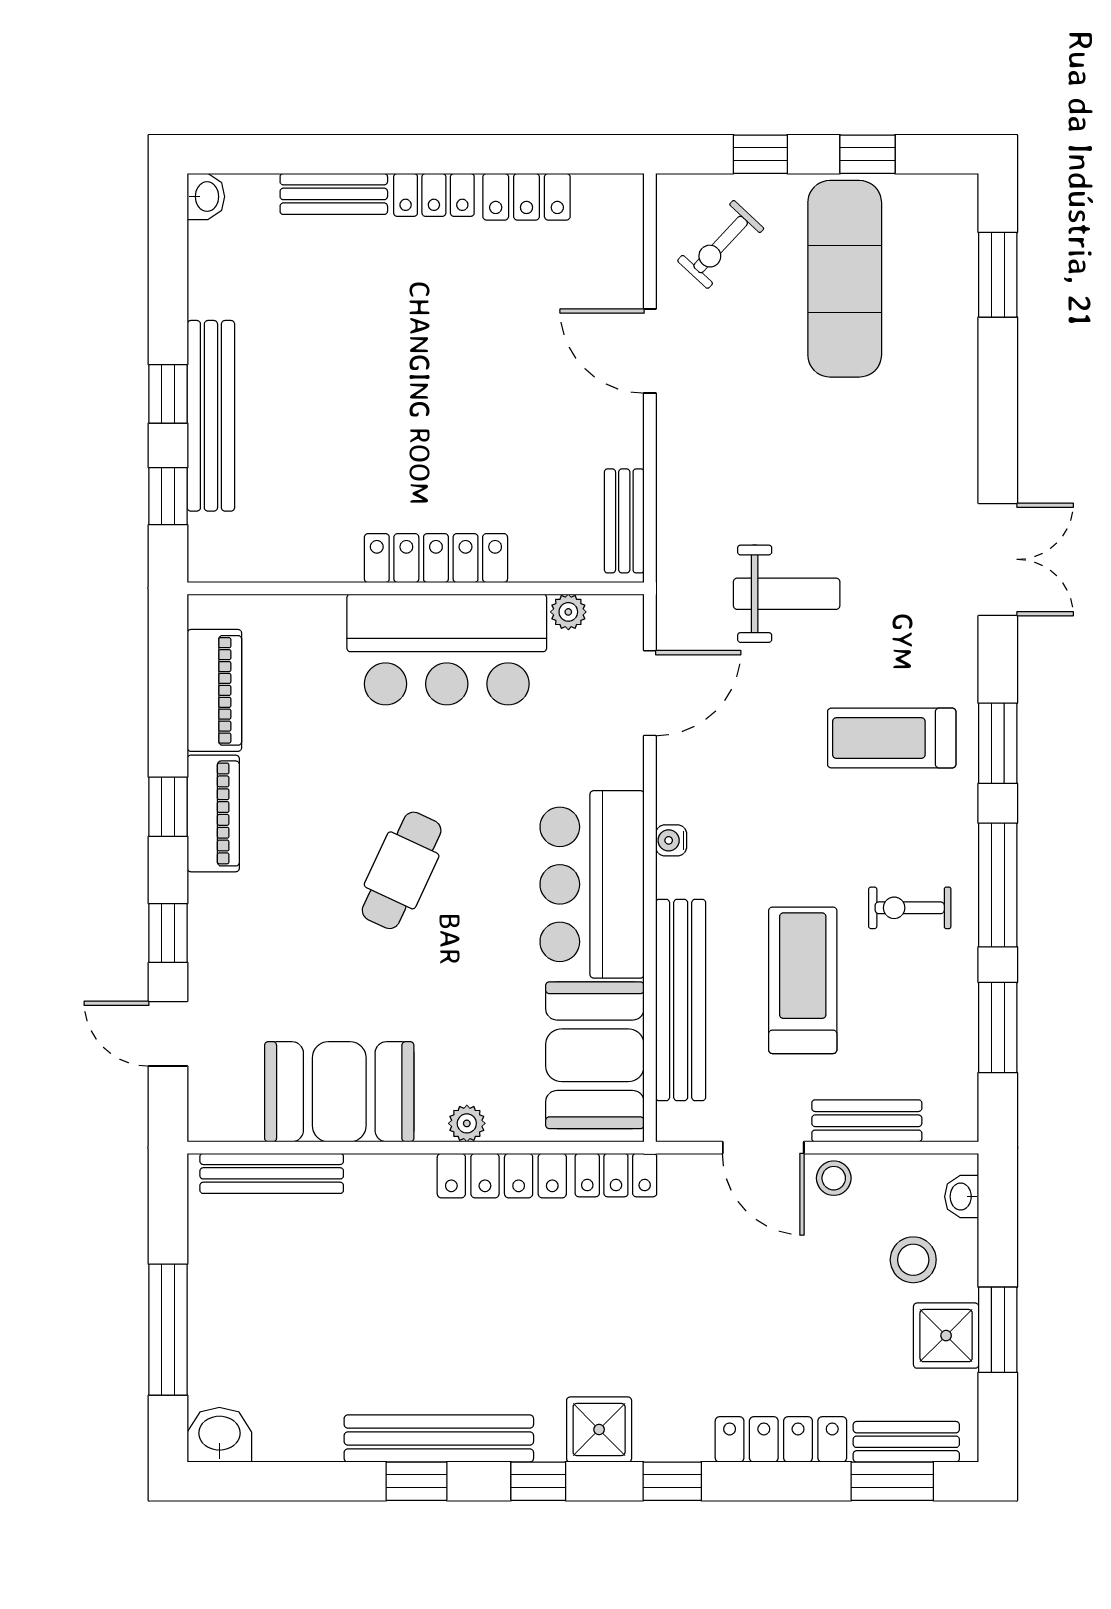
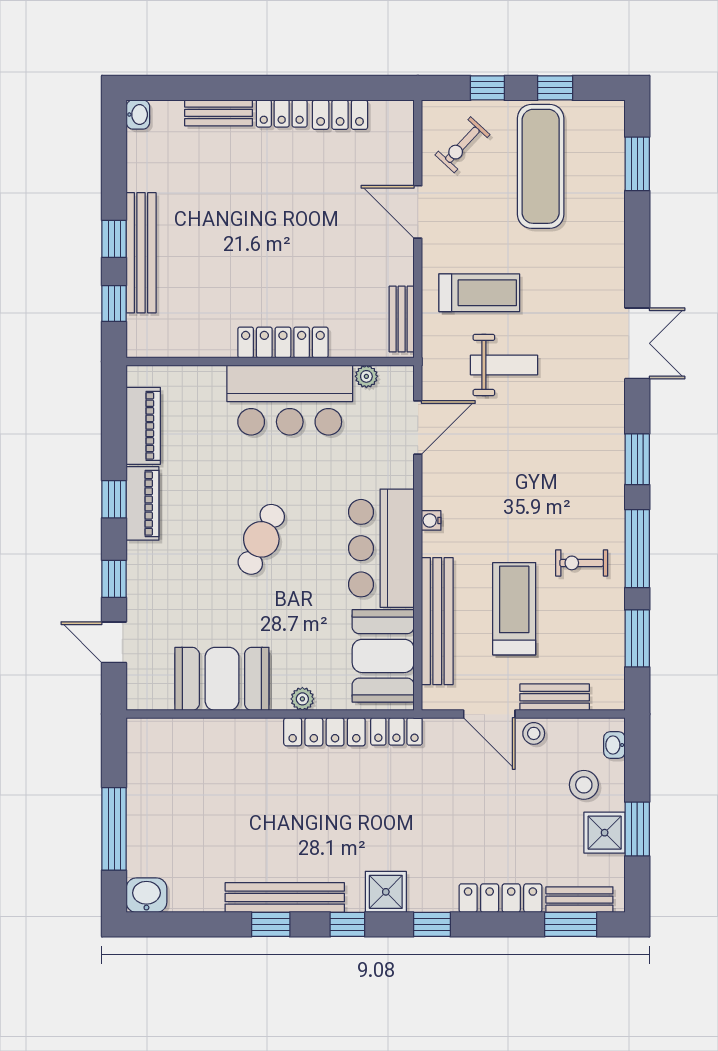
treadmill: (892, 738) -> (479, 293), moved, turned 180
bench: (272, 1173) -> (179, 730), removed

